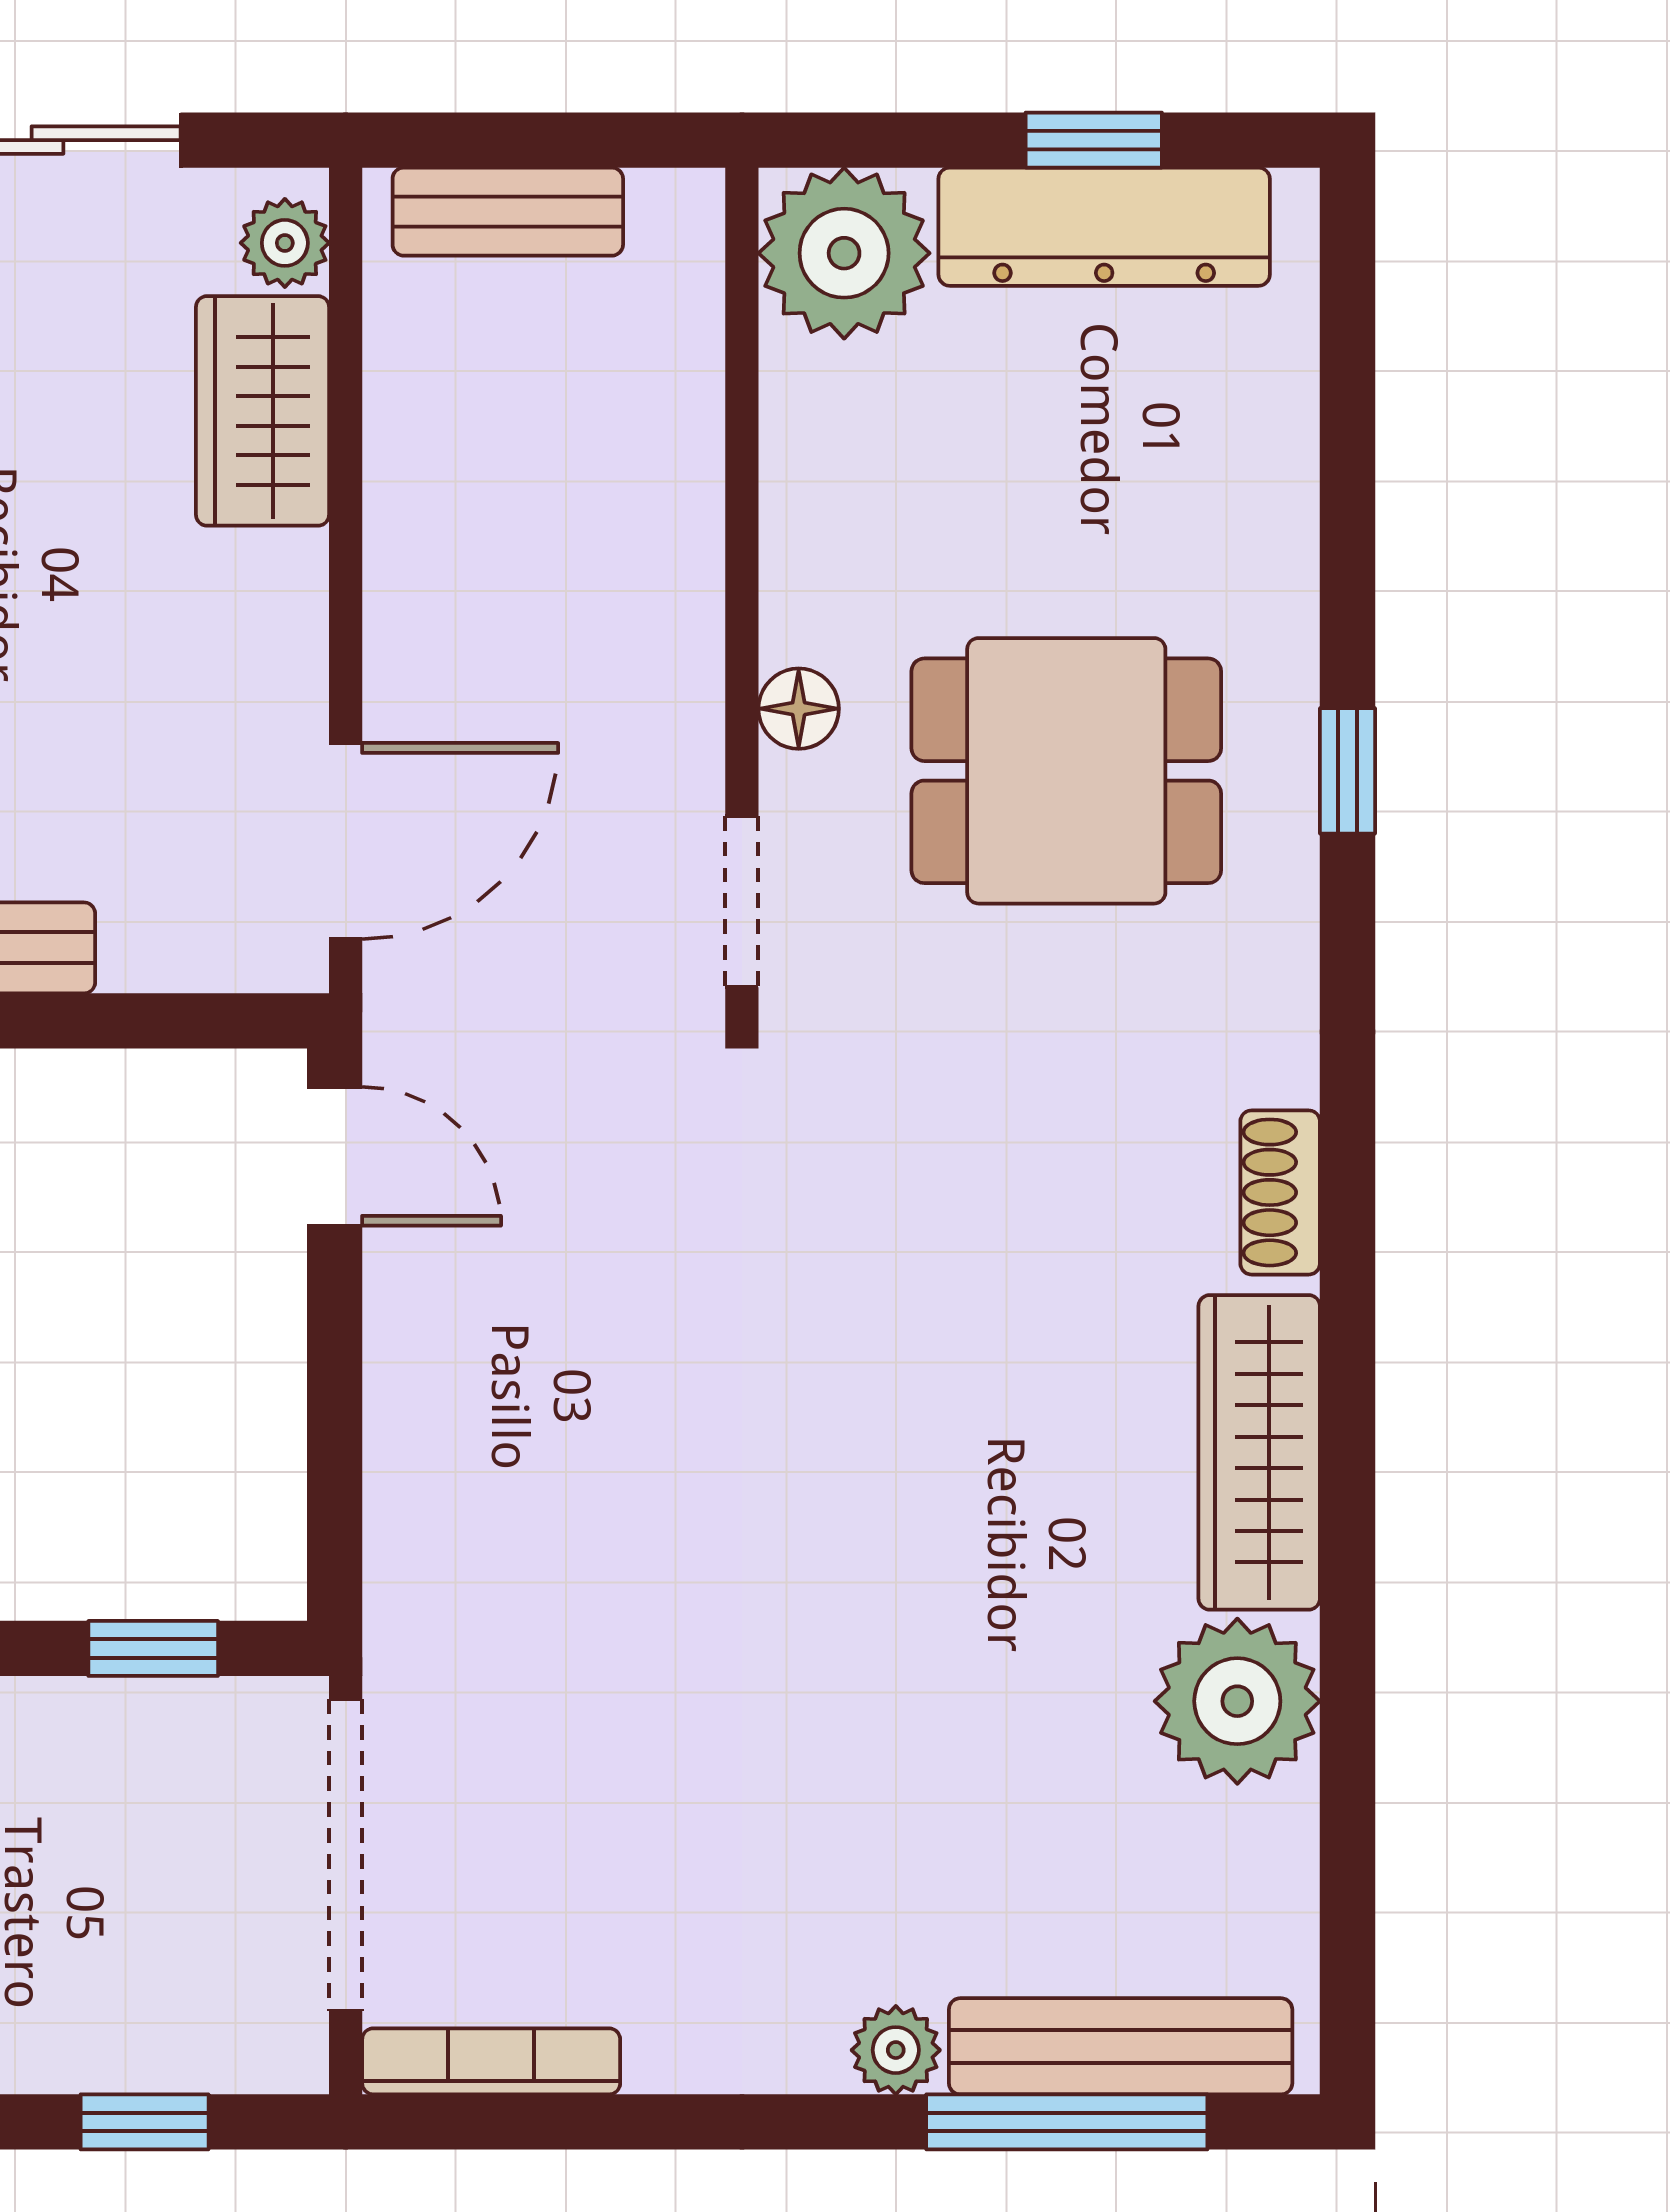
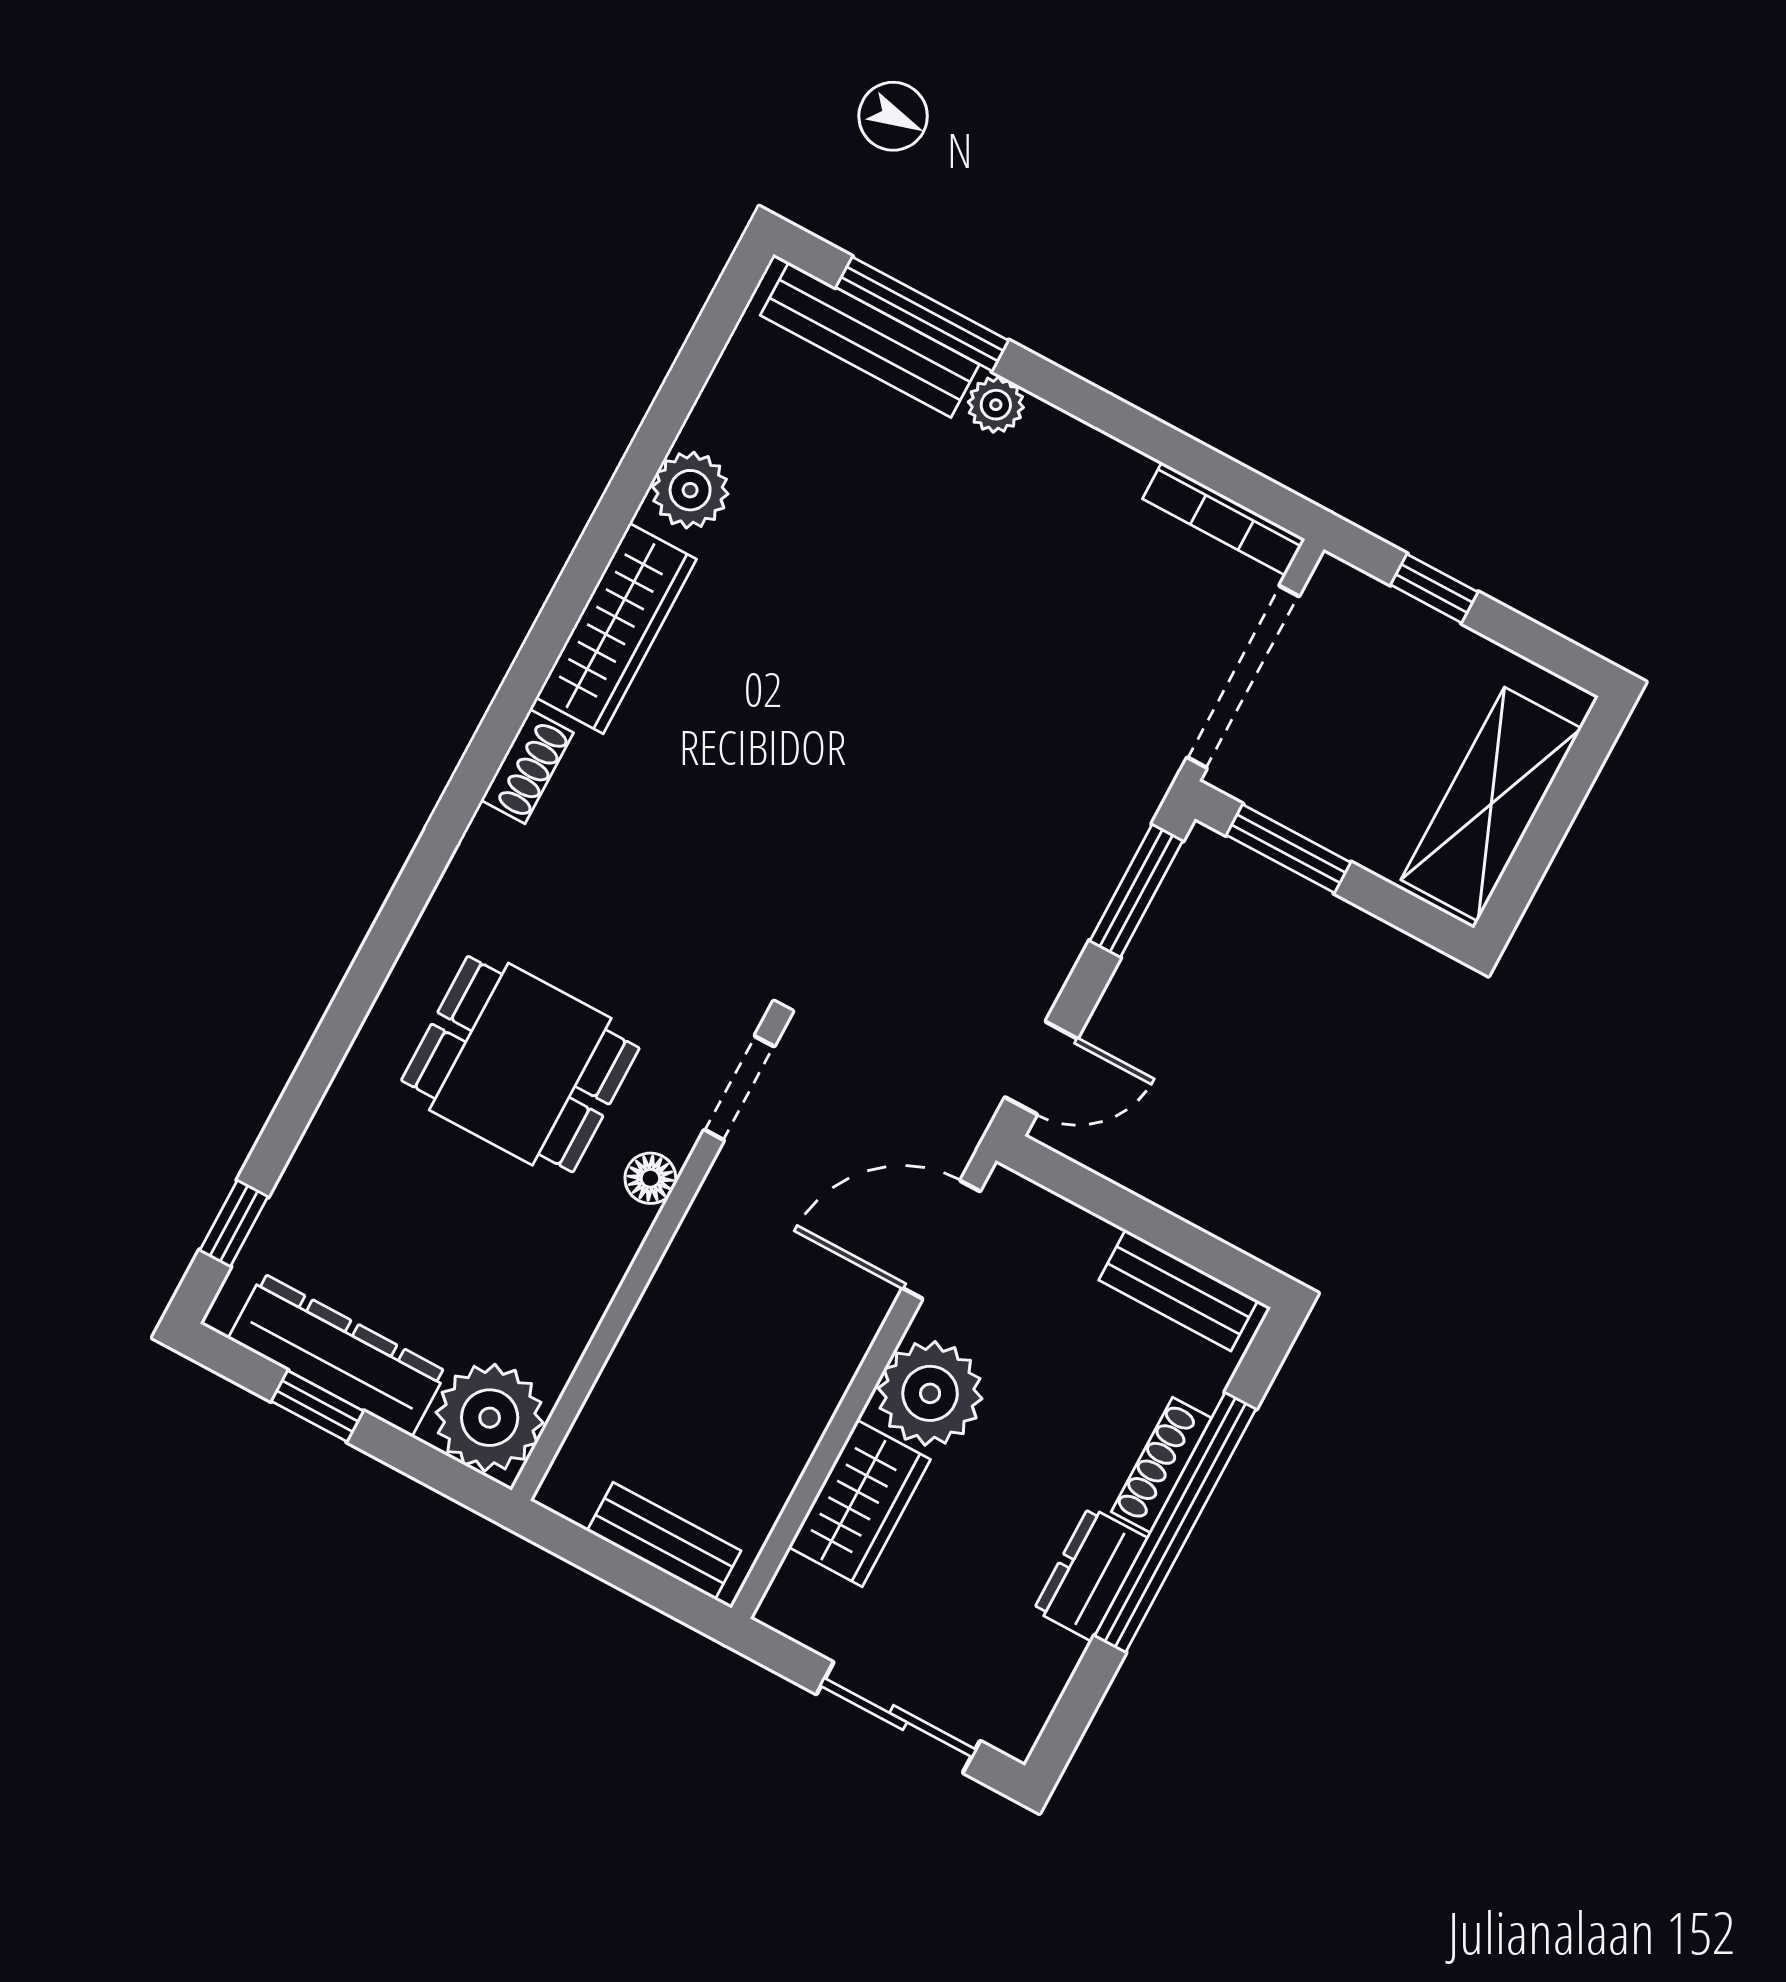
plant: (285, 243) -> (930, 1393), moved, width x1.87, depth x1.87
window: (1348, 771) -> (234, 1223), moved
door: (335, 1156) -> (1041, 1068), swing flipped
window: (335, 1475) -> (1136, 891), added
window: (153, 1648) -> (1289, 849), width x1.50
plant: (1237, 1701) -> (690, 490), width x0.73, depth x0.73

